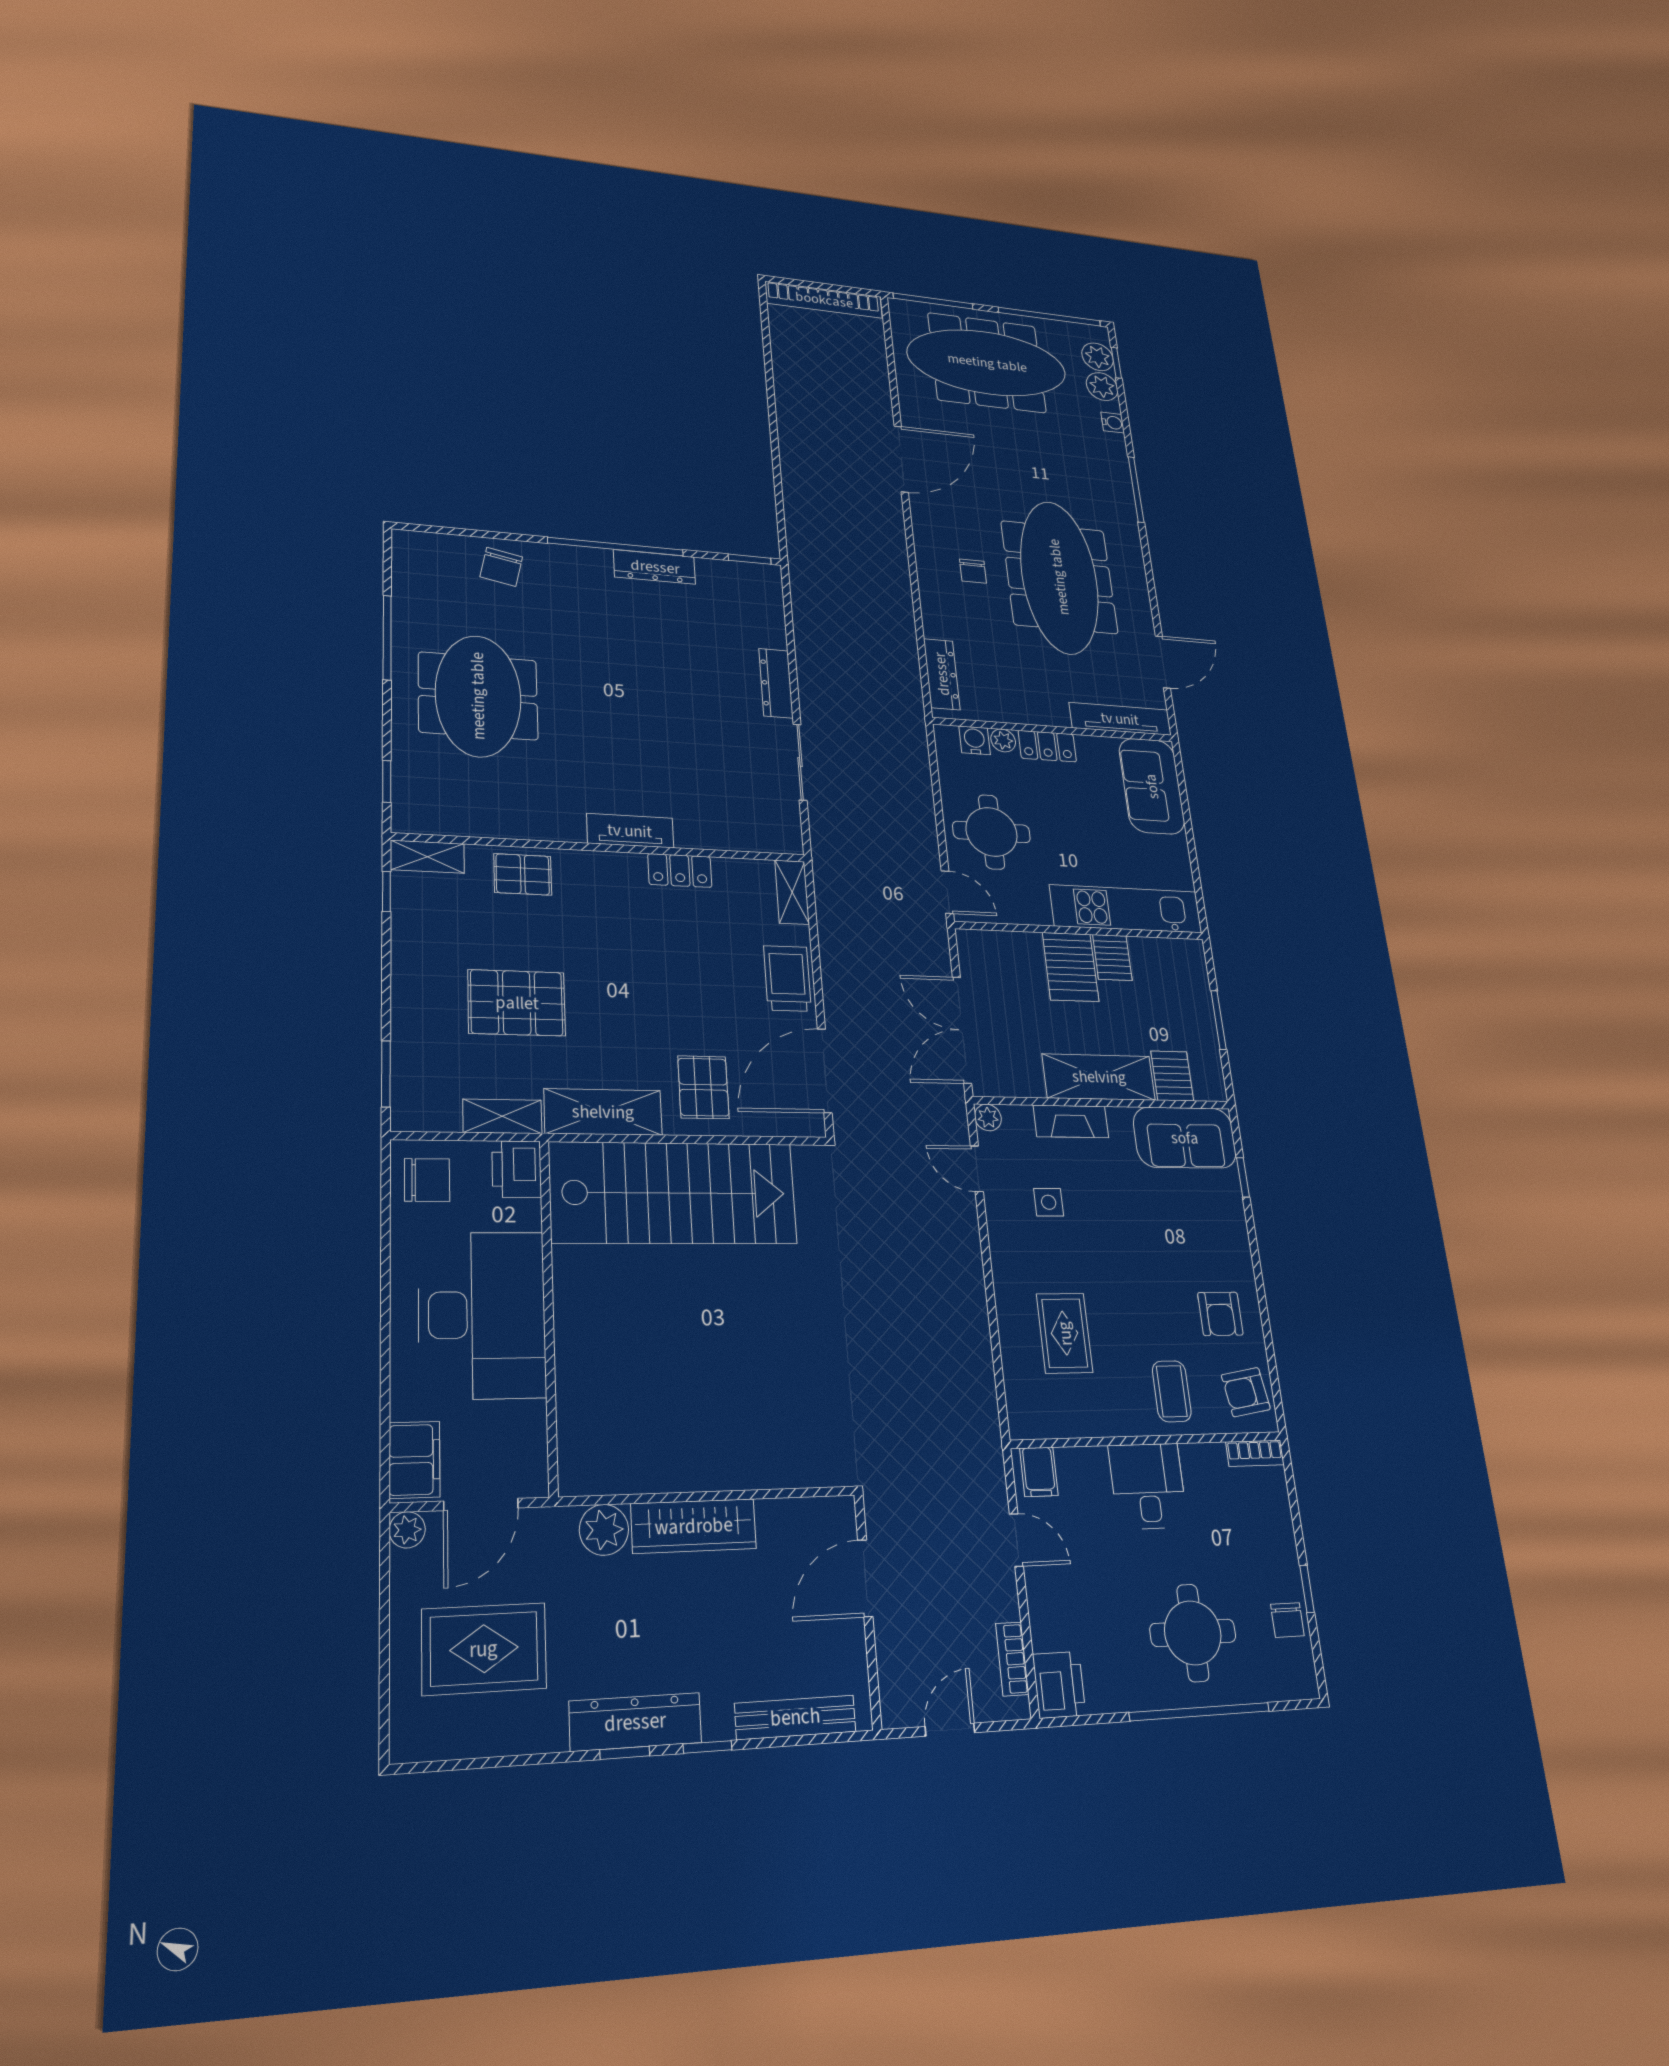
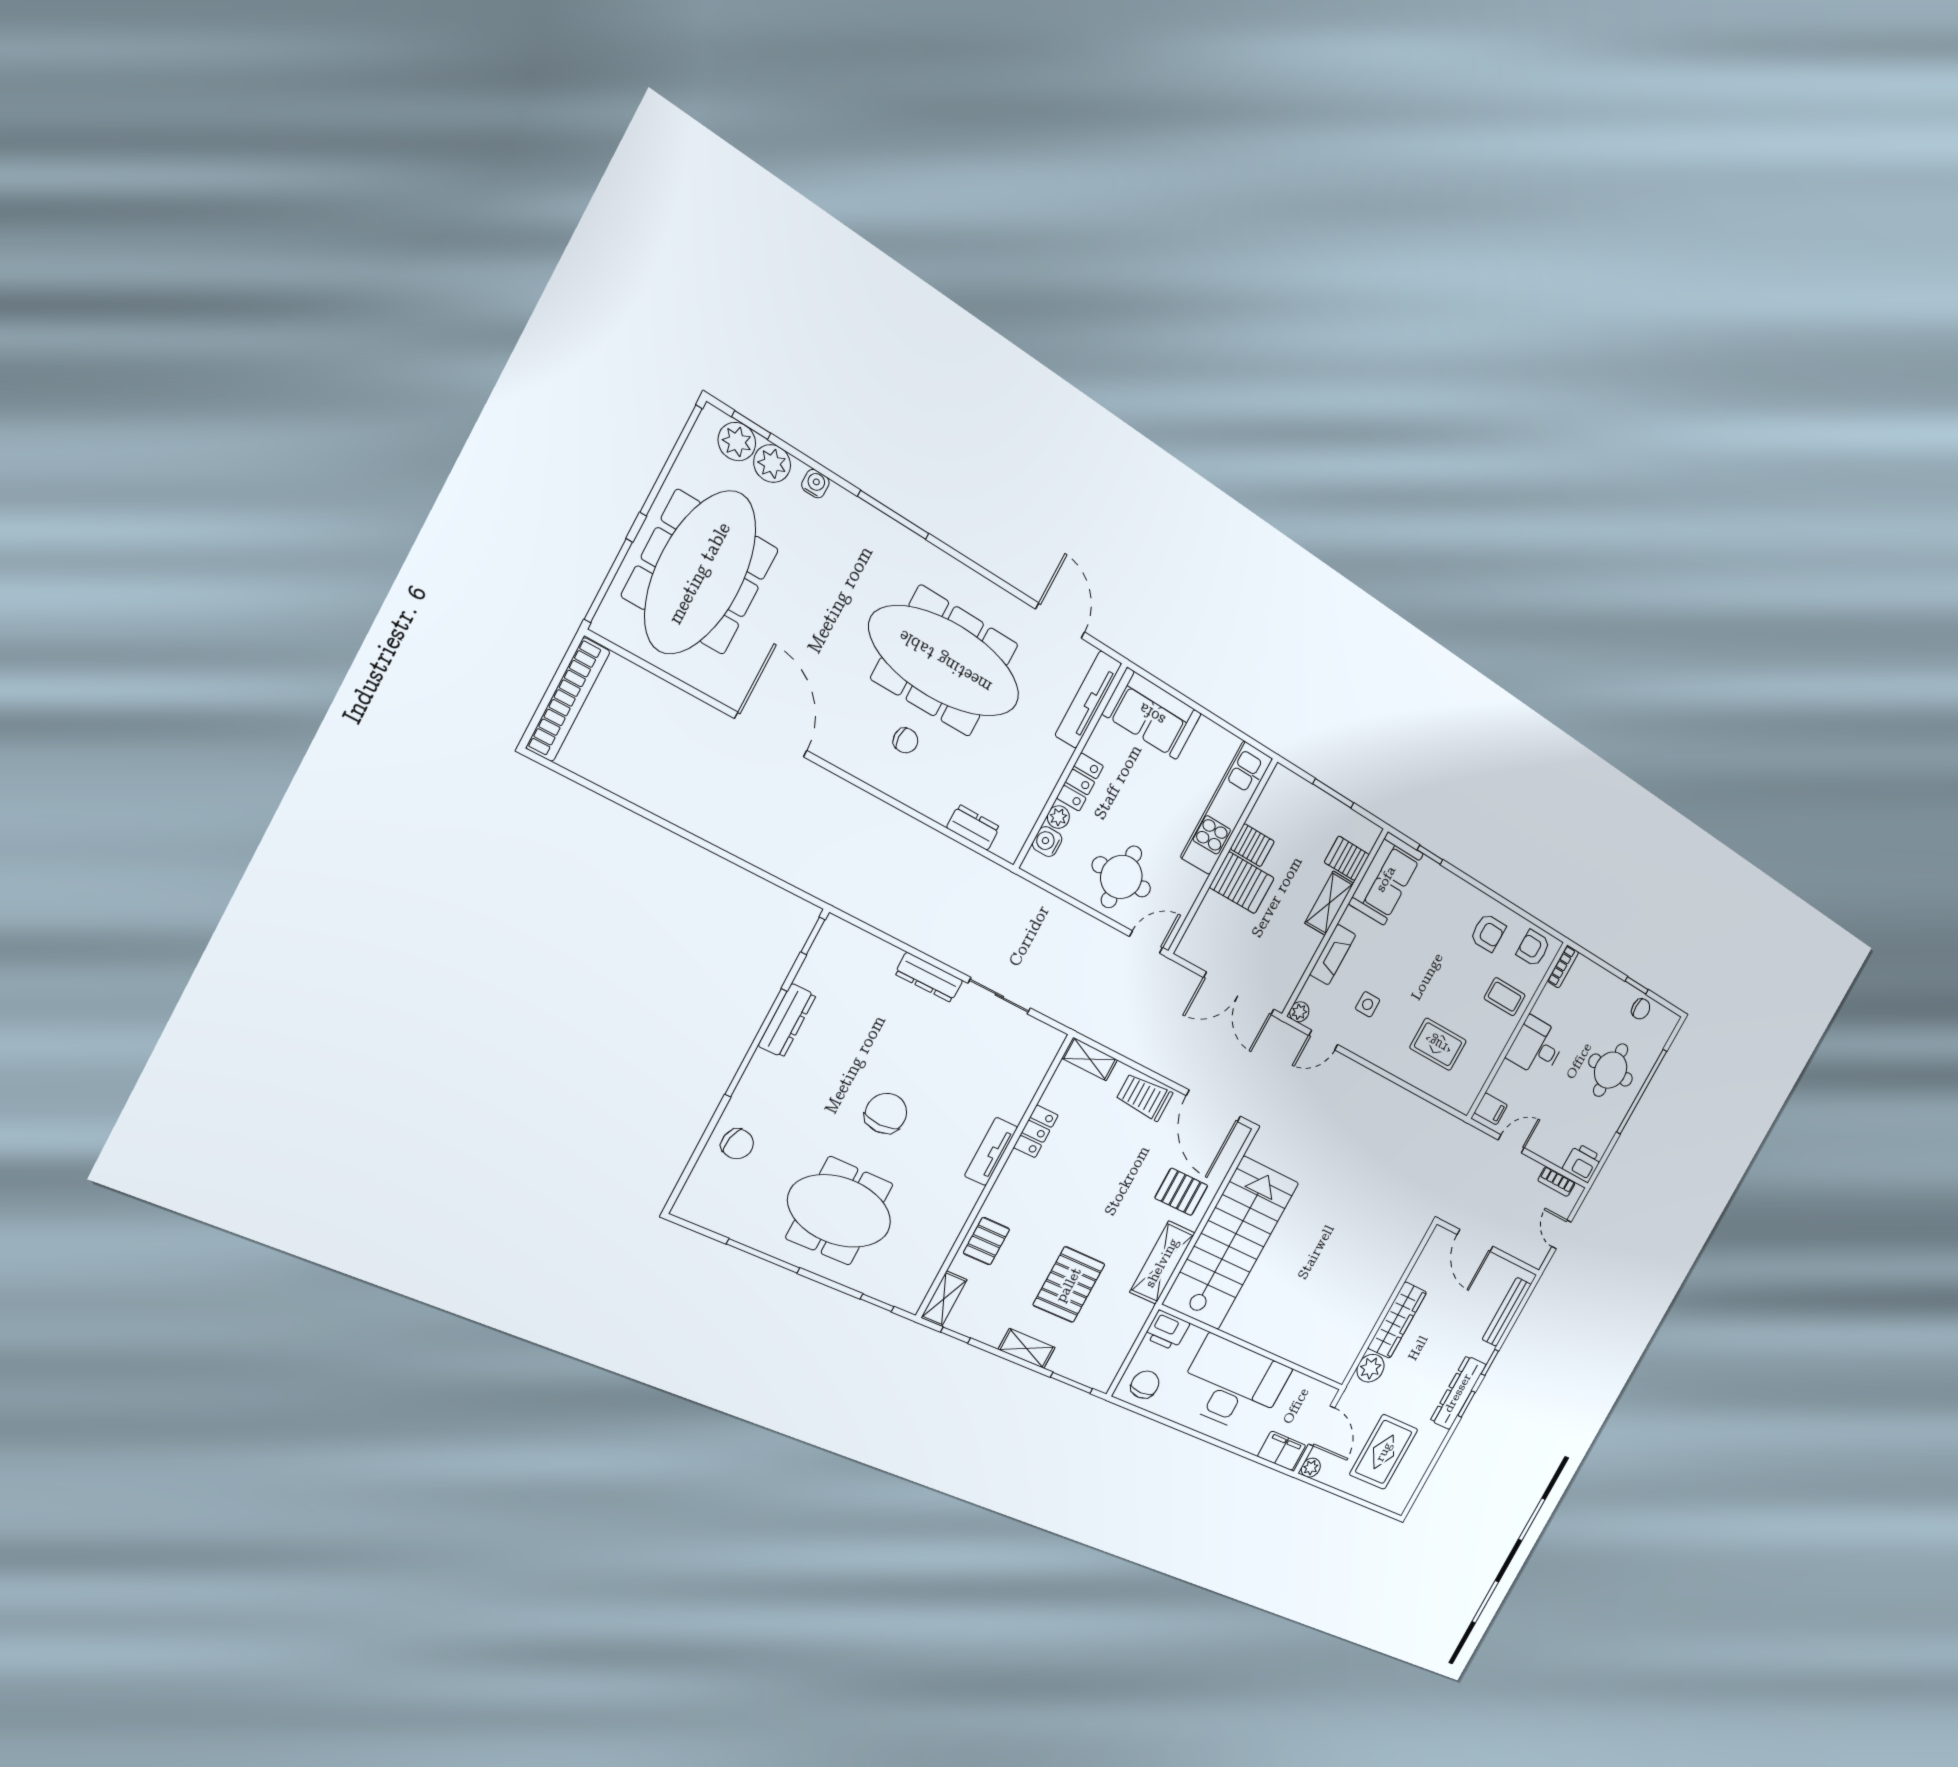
dresser: (942, 674) -> (973, 827), width x0.70
chair: (612, 700) -> (886, 1113), added
shelving: (1099, 1077) -> (1329, 903), width x0.67, depth x0.75
shelving: (502, 1116) -> (1027, 1348), moved, turned 90
armchair: (1246, 1392) -> (1533, 948), turned 99

